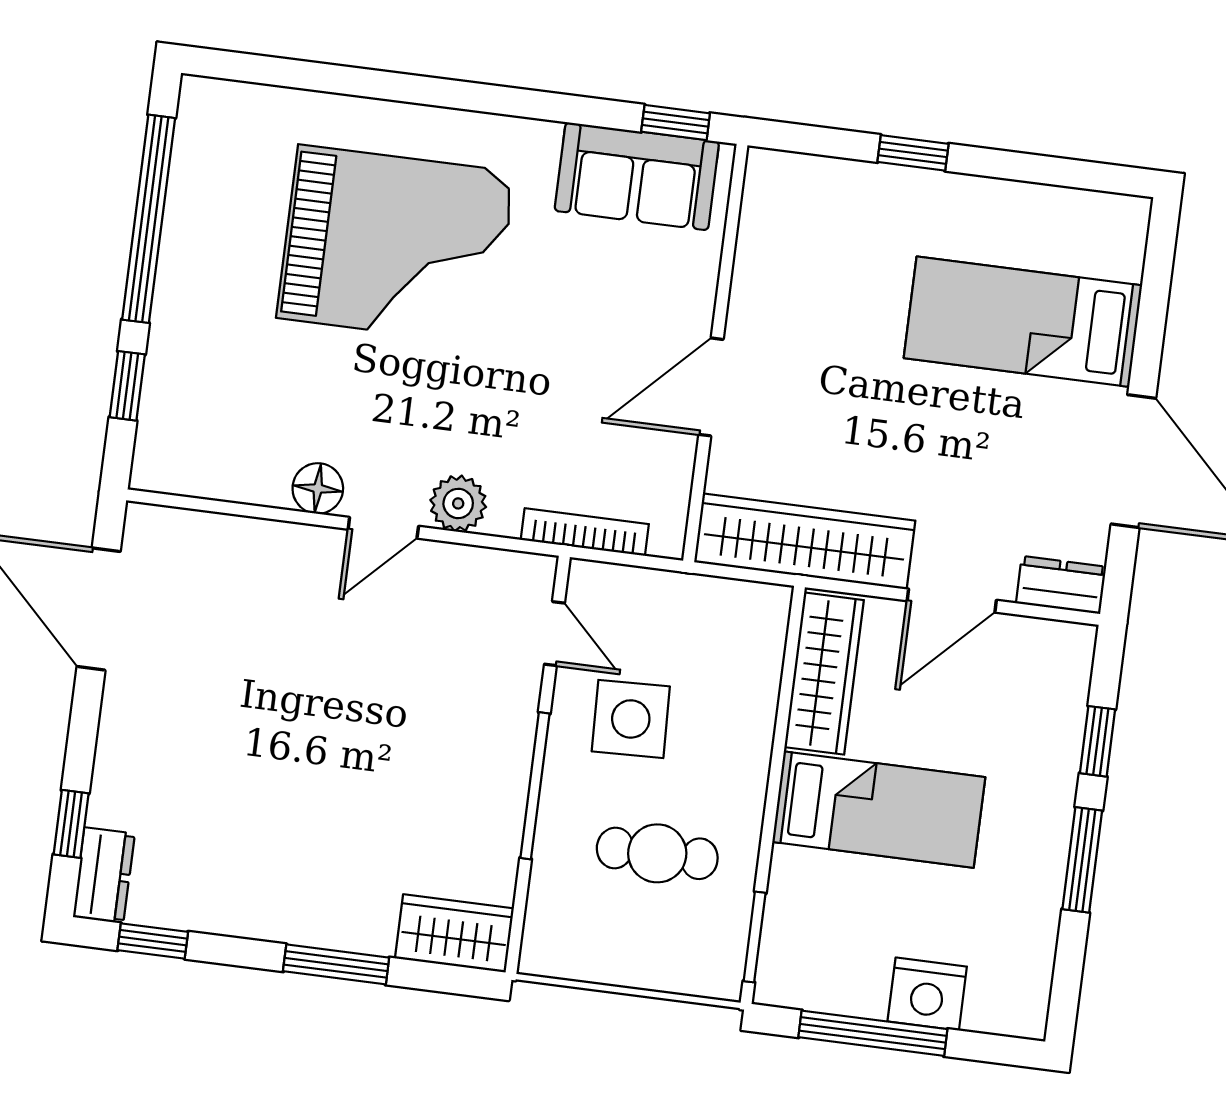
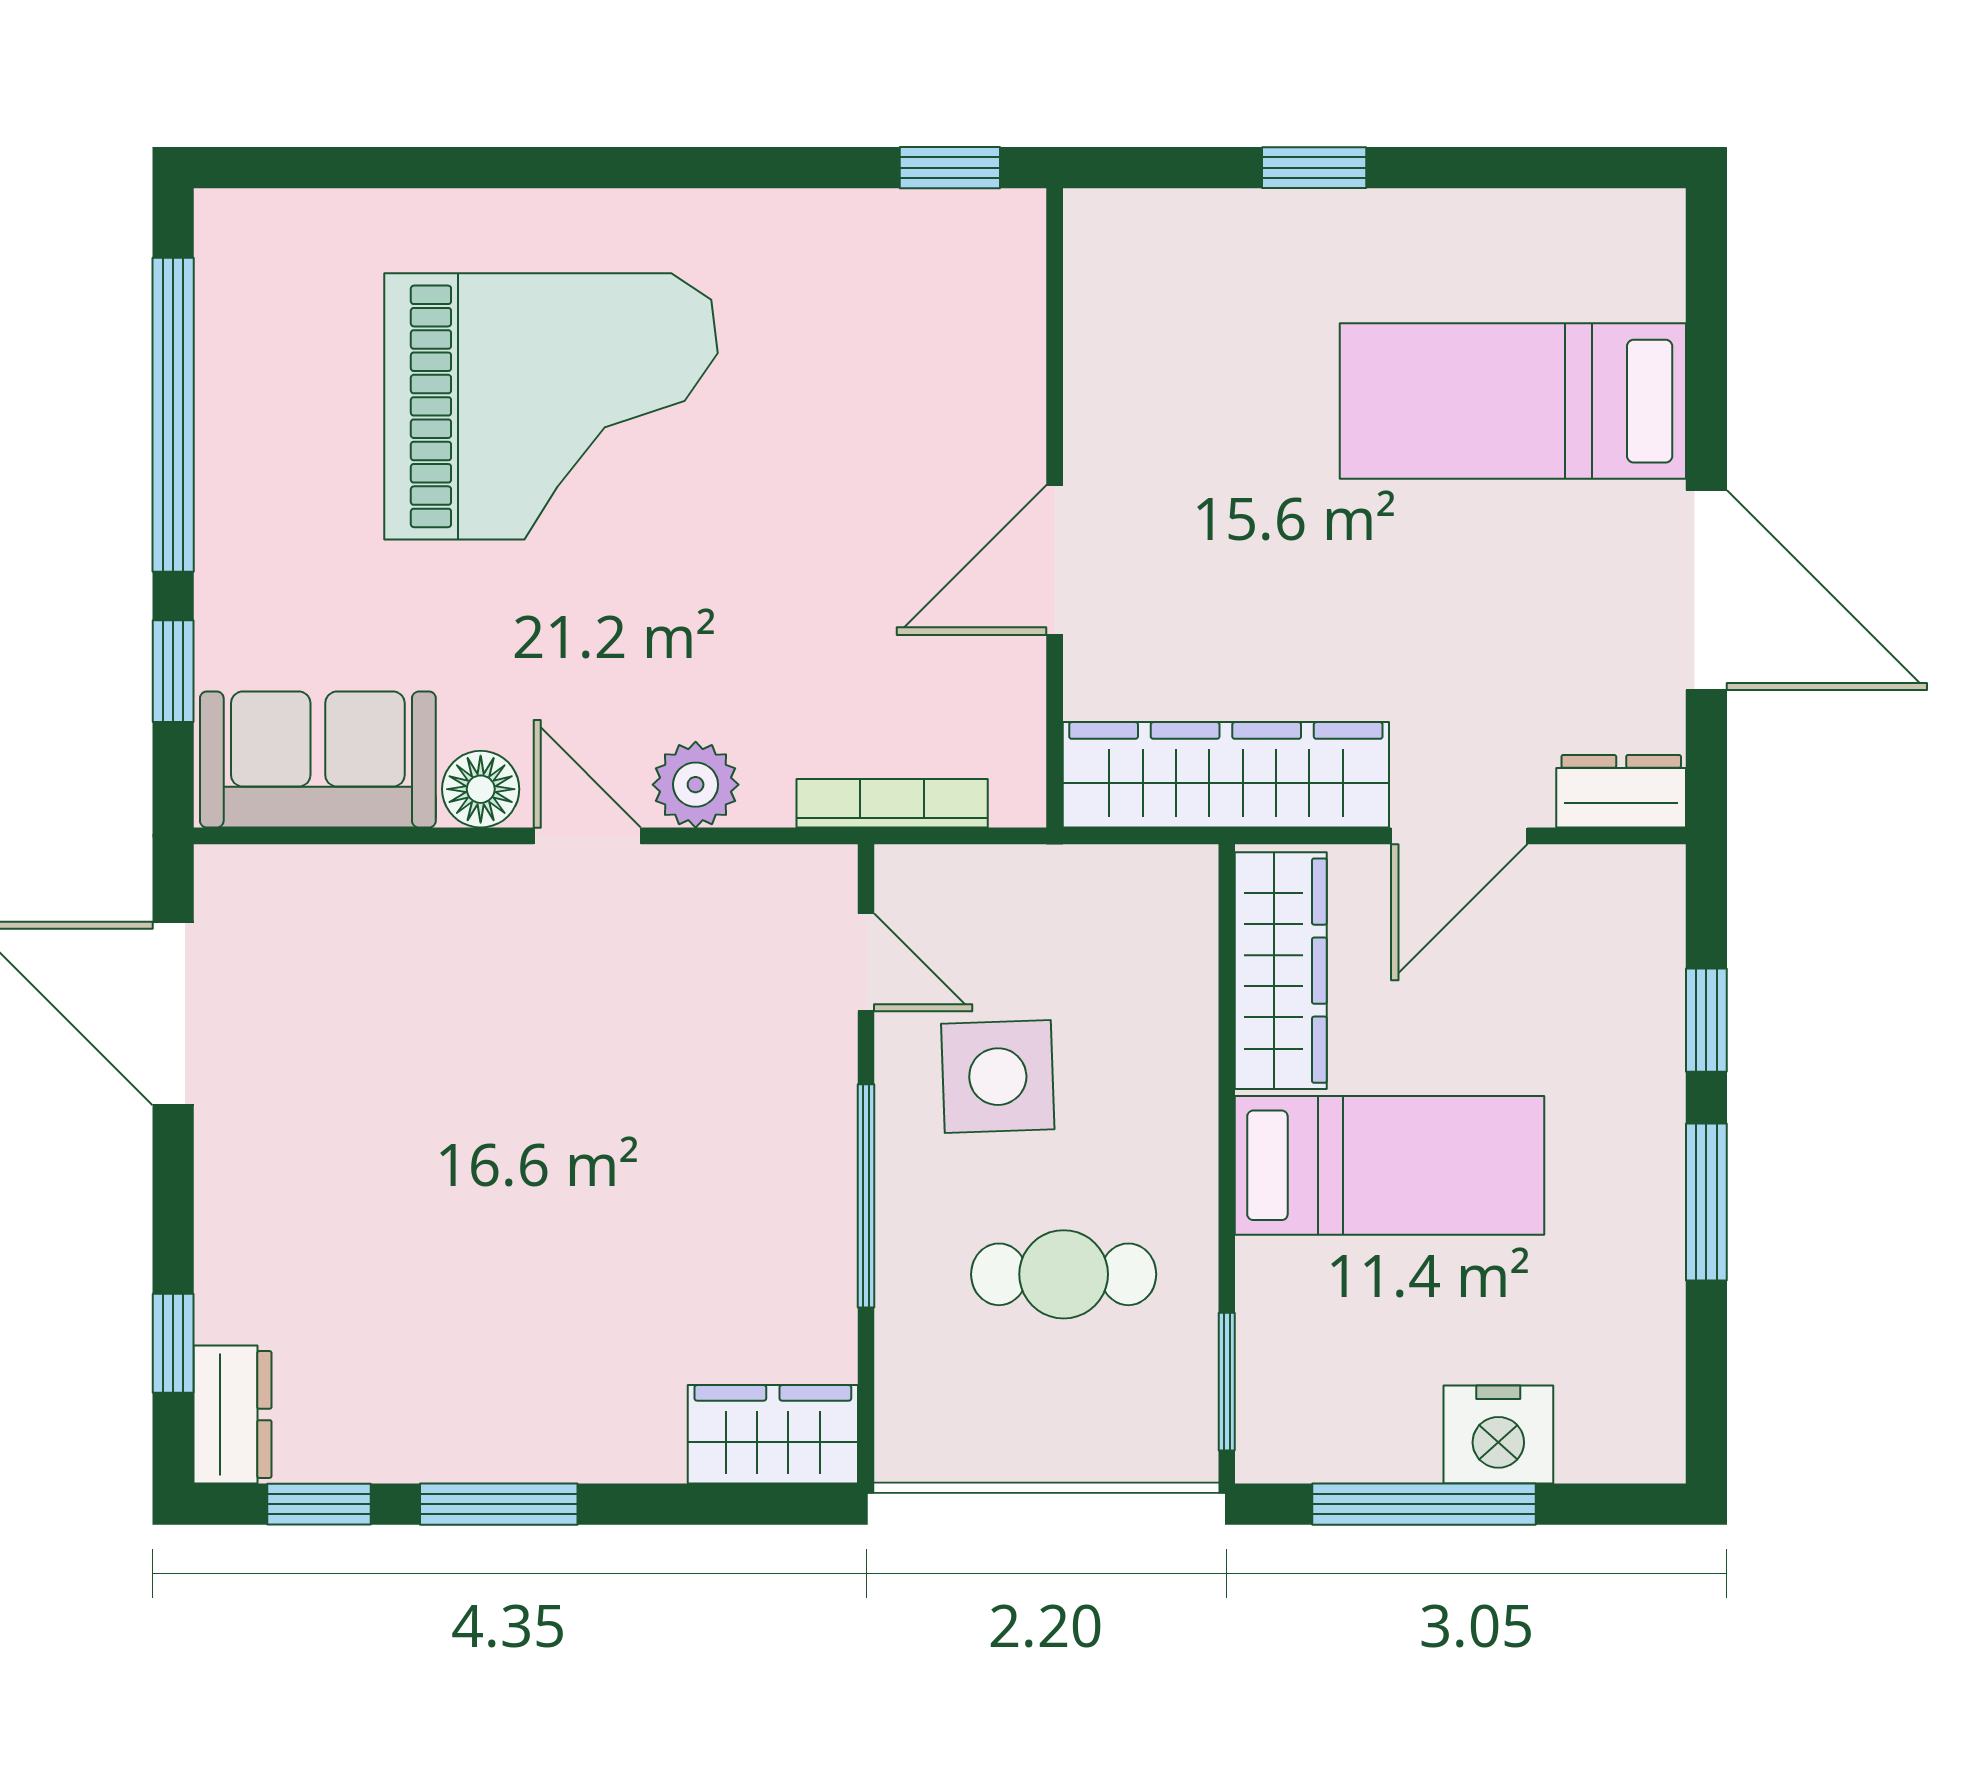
sofa: (637, 176) -> (318, 759), moved, turned 180
door: (383, 528) -> (587, 836), swing flipped
window: (336, 964) -> (499, 1504), moved

